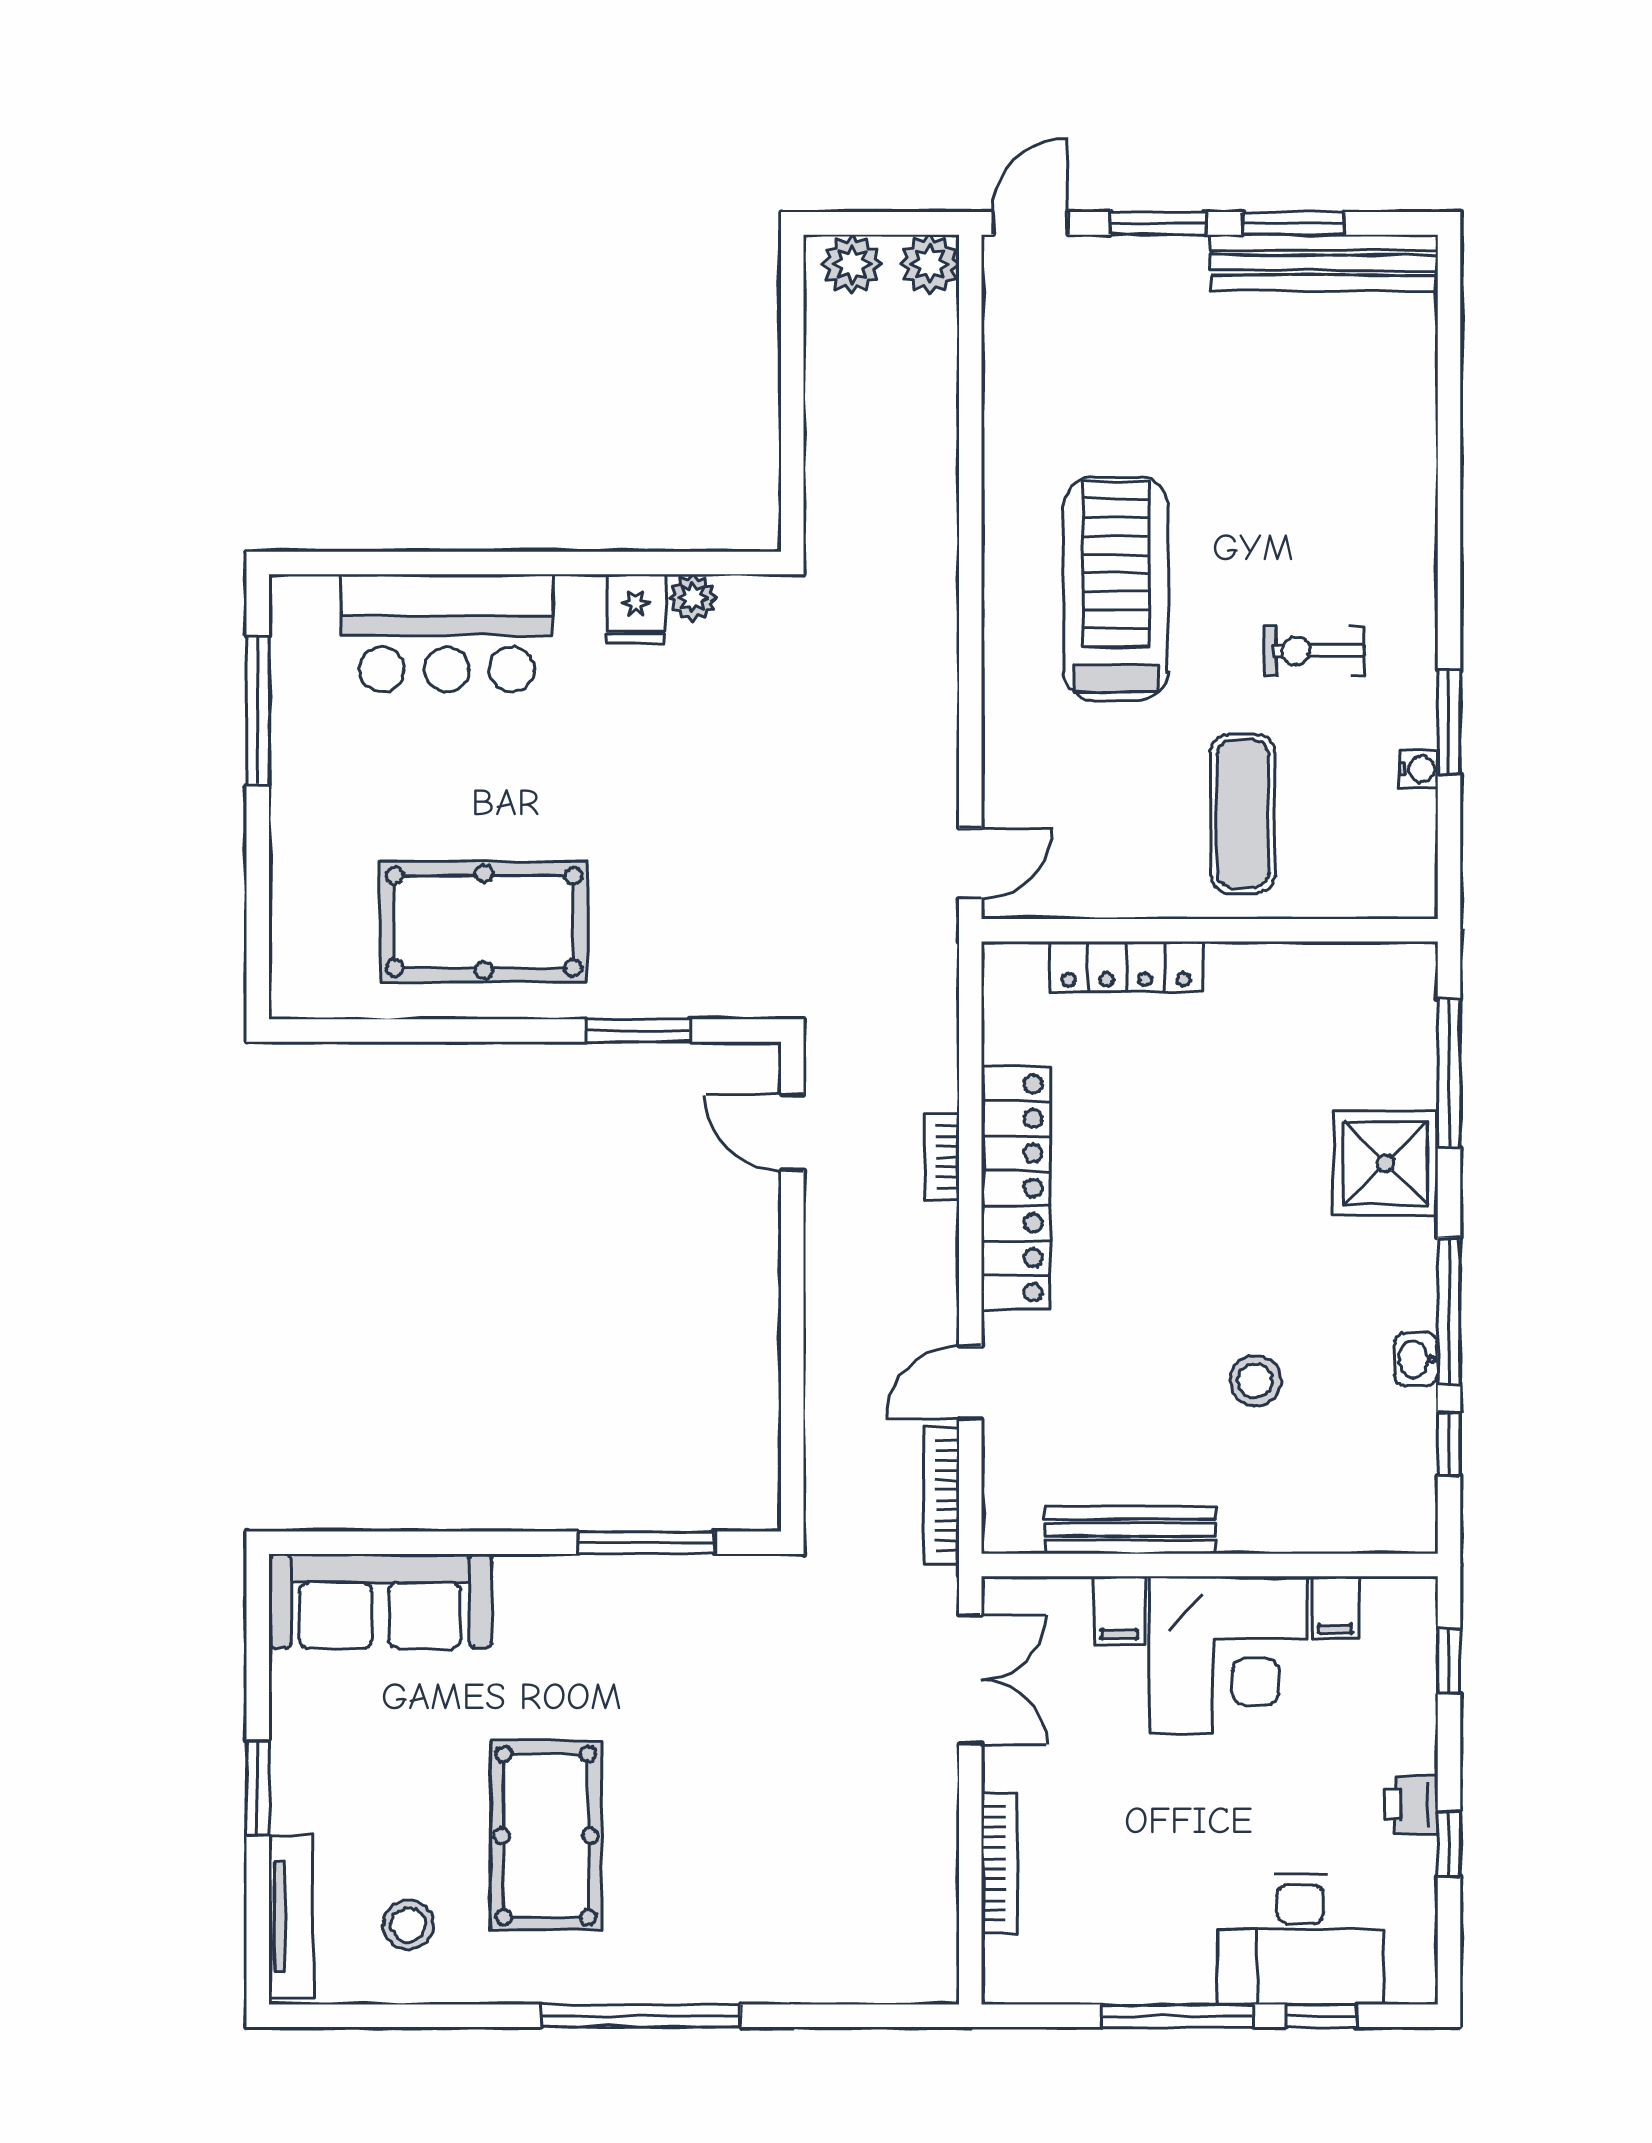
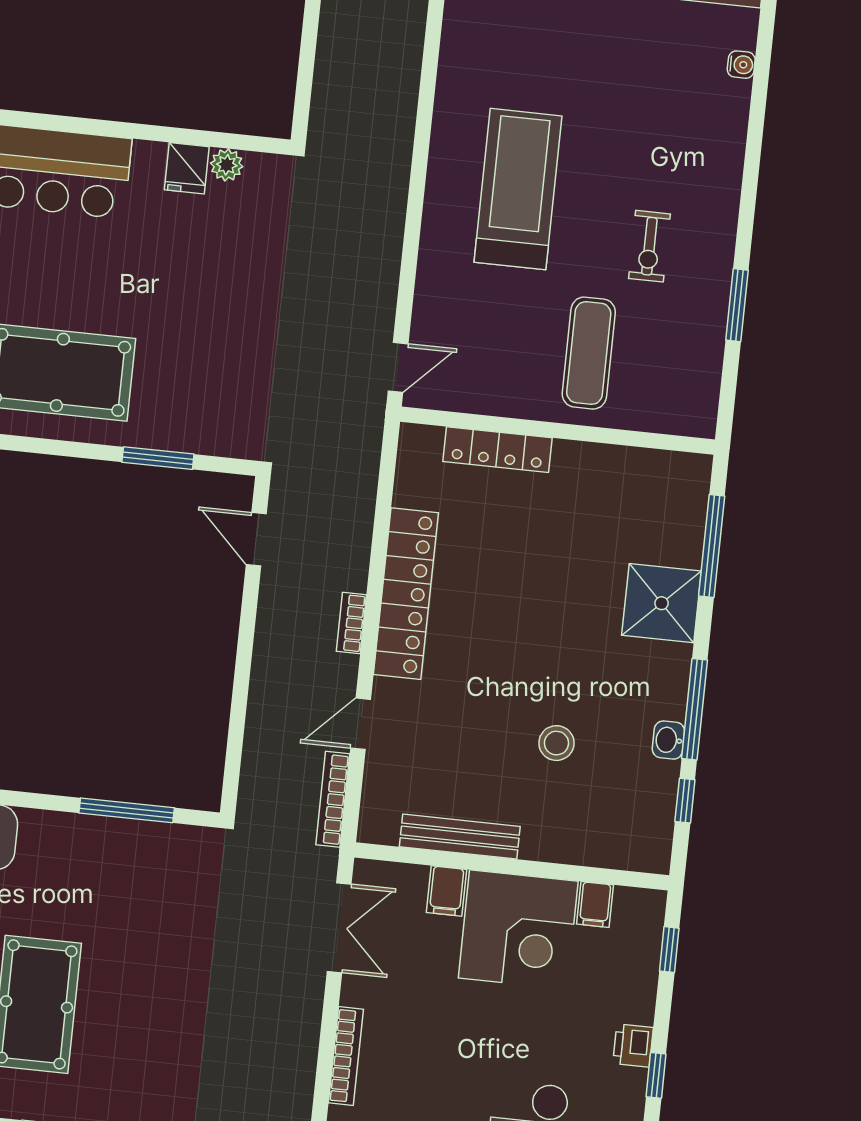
exercise bike: (1314, 651) -> (649, 246), turned -90
water cooler: (1419, 769) -> (741, 65), moved
bookcase: (942, 1157) -> (351, 623), moved

